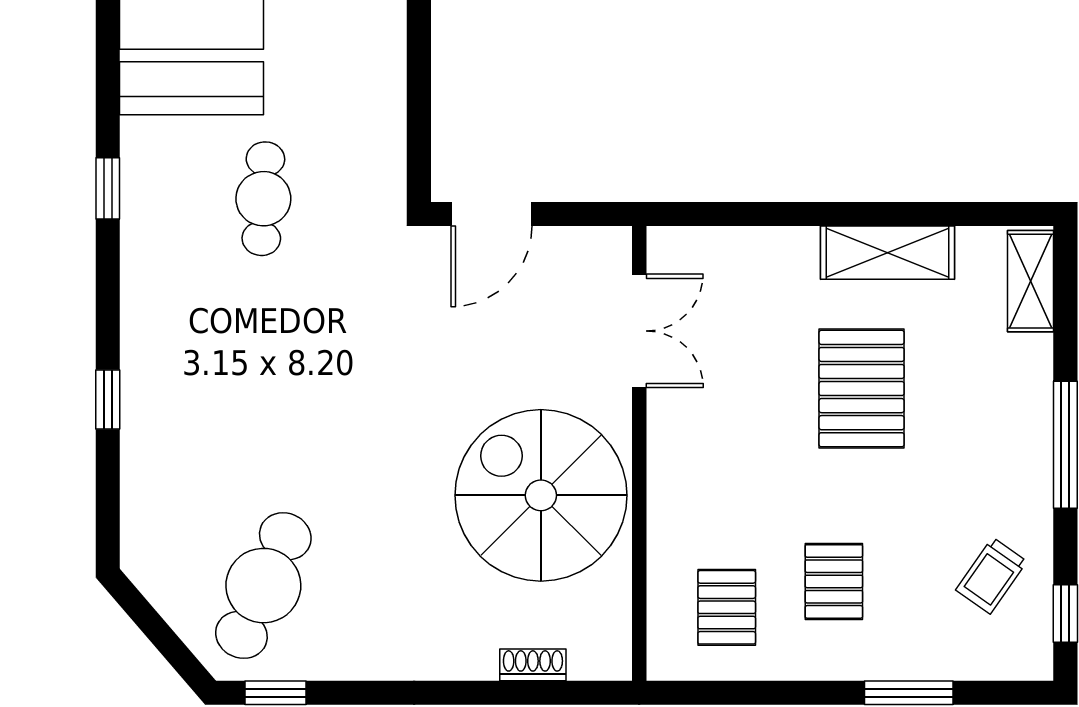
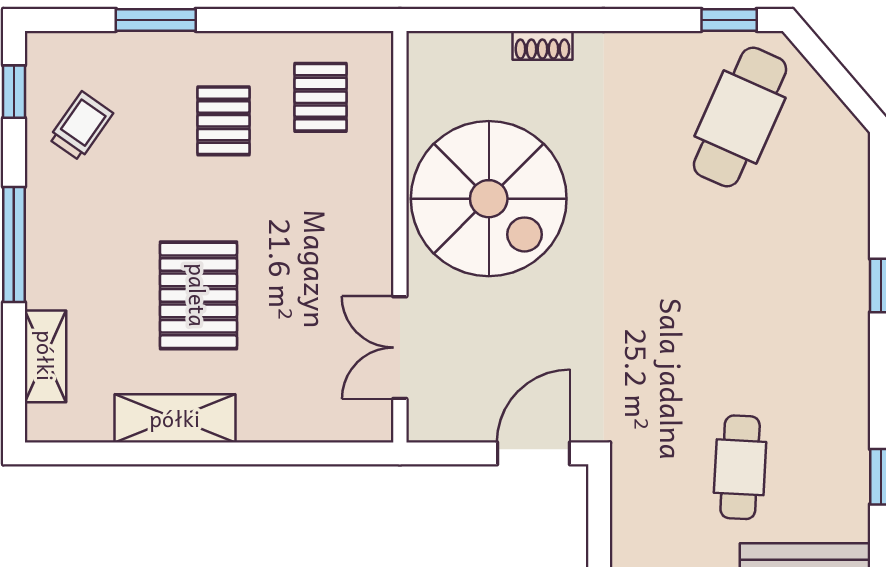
shelving: (1030, 281) -> (46, 356), moved
shoe rack: (533, 665) -> (542, 45), moved

